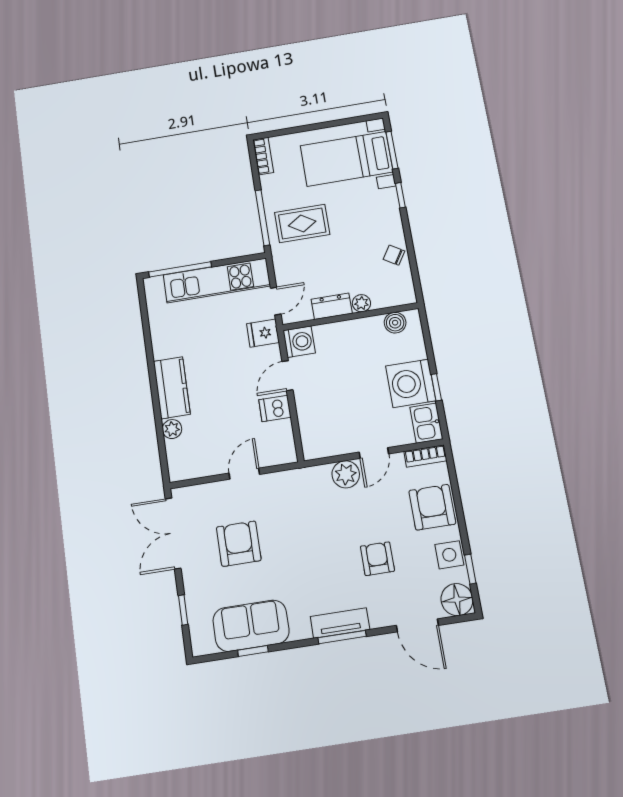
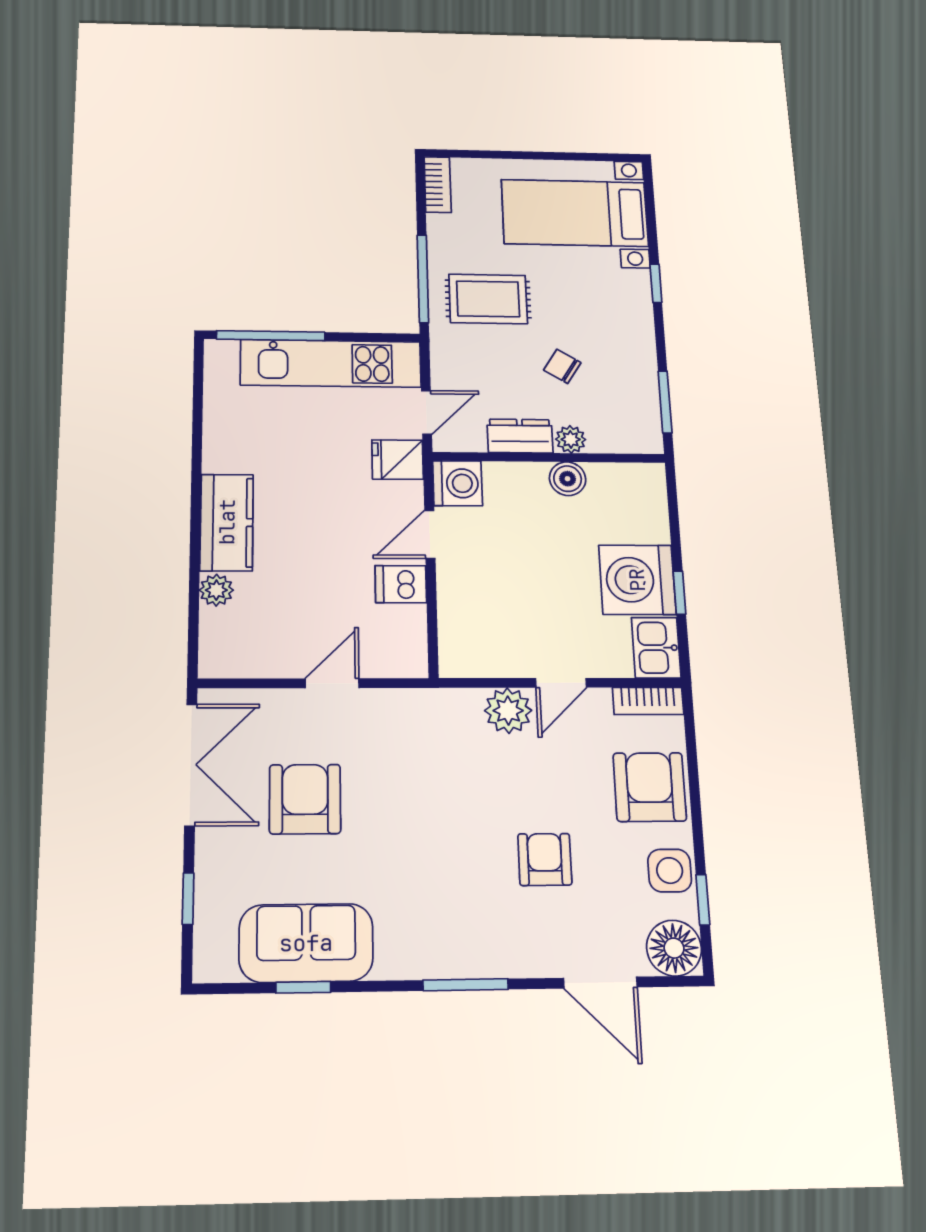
window: (392, 150) -> (665, 402), moved
chair: (394, 255) -> (562, 366), moved
boiler: (395, 323) -> (568, 479), moved
double door: (173, 533) -> (191, 765), swing flipped
tv unit: (340, 623) -> (465, 960), removed

